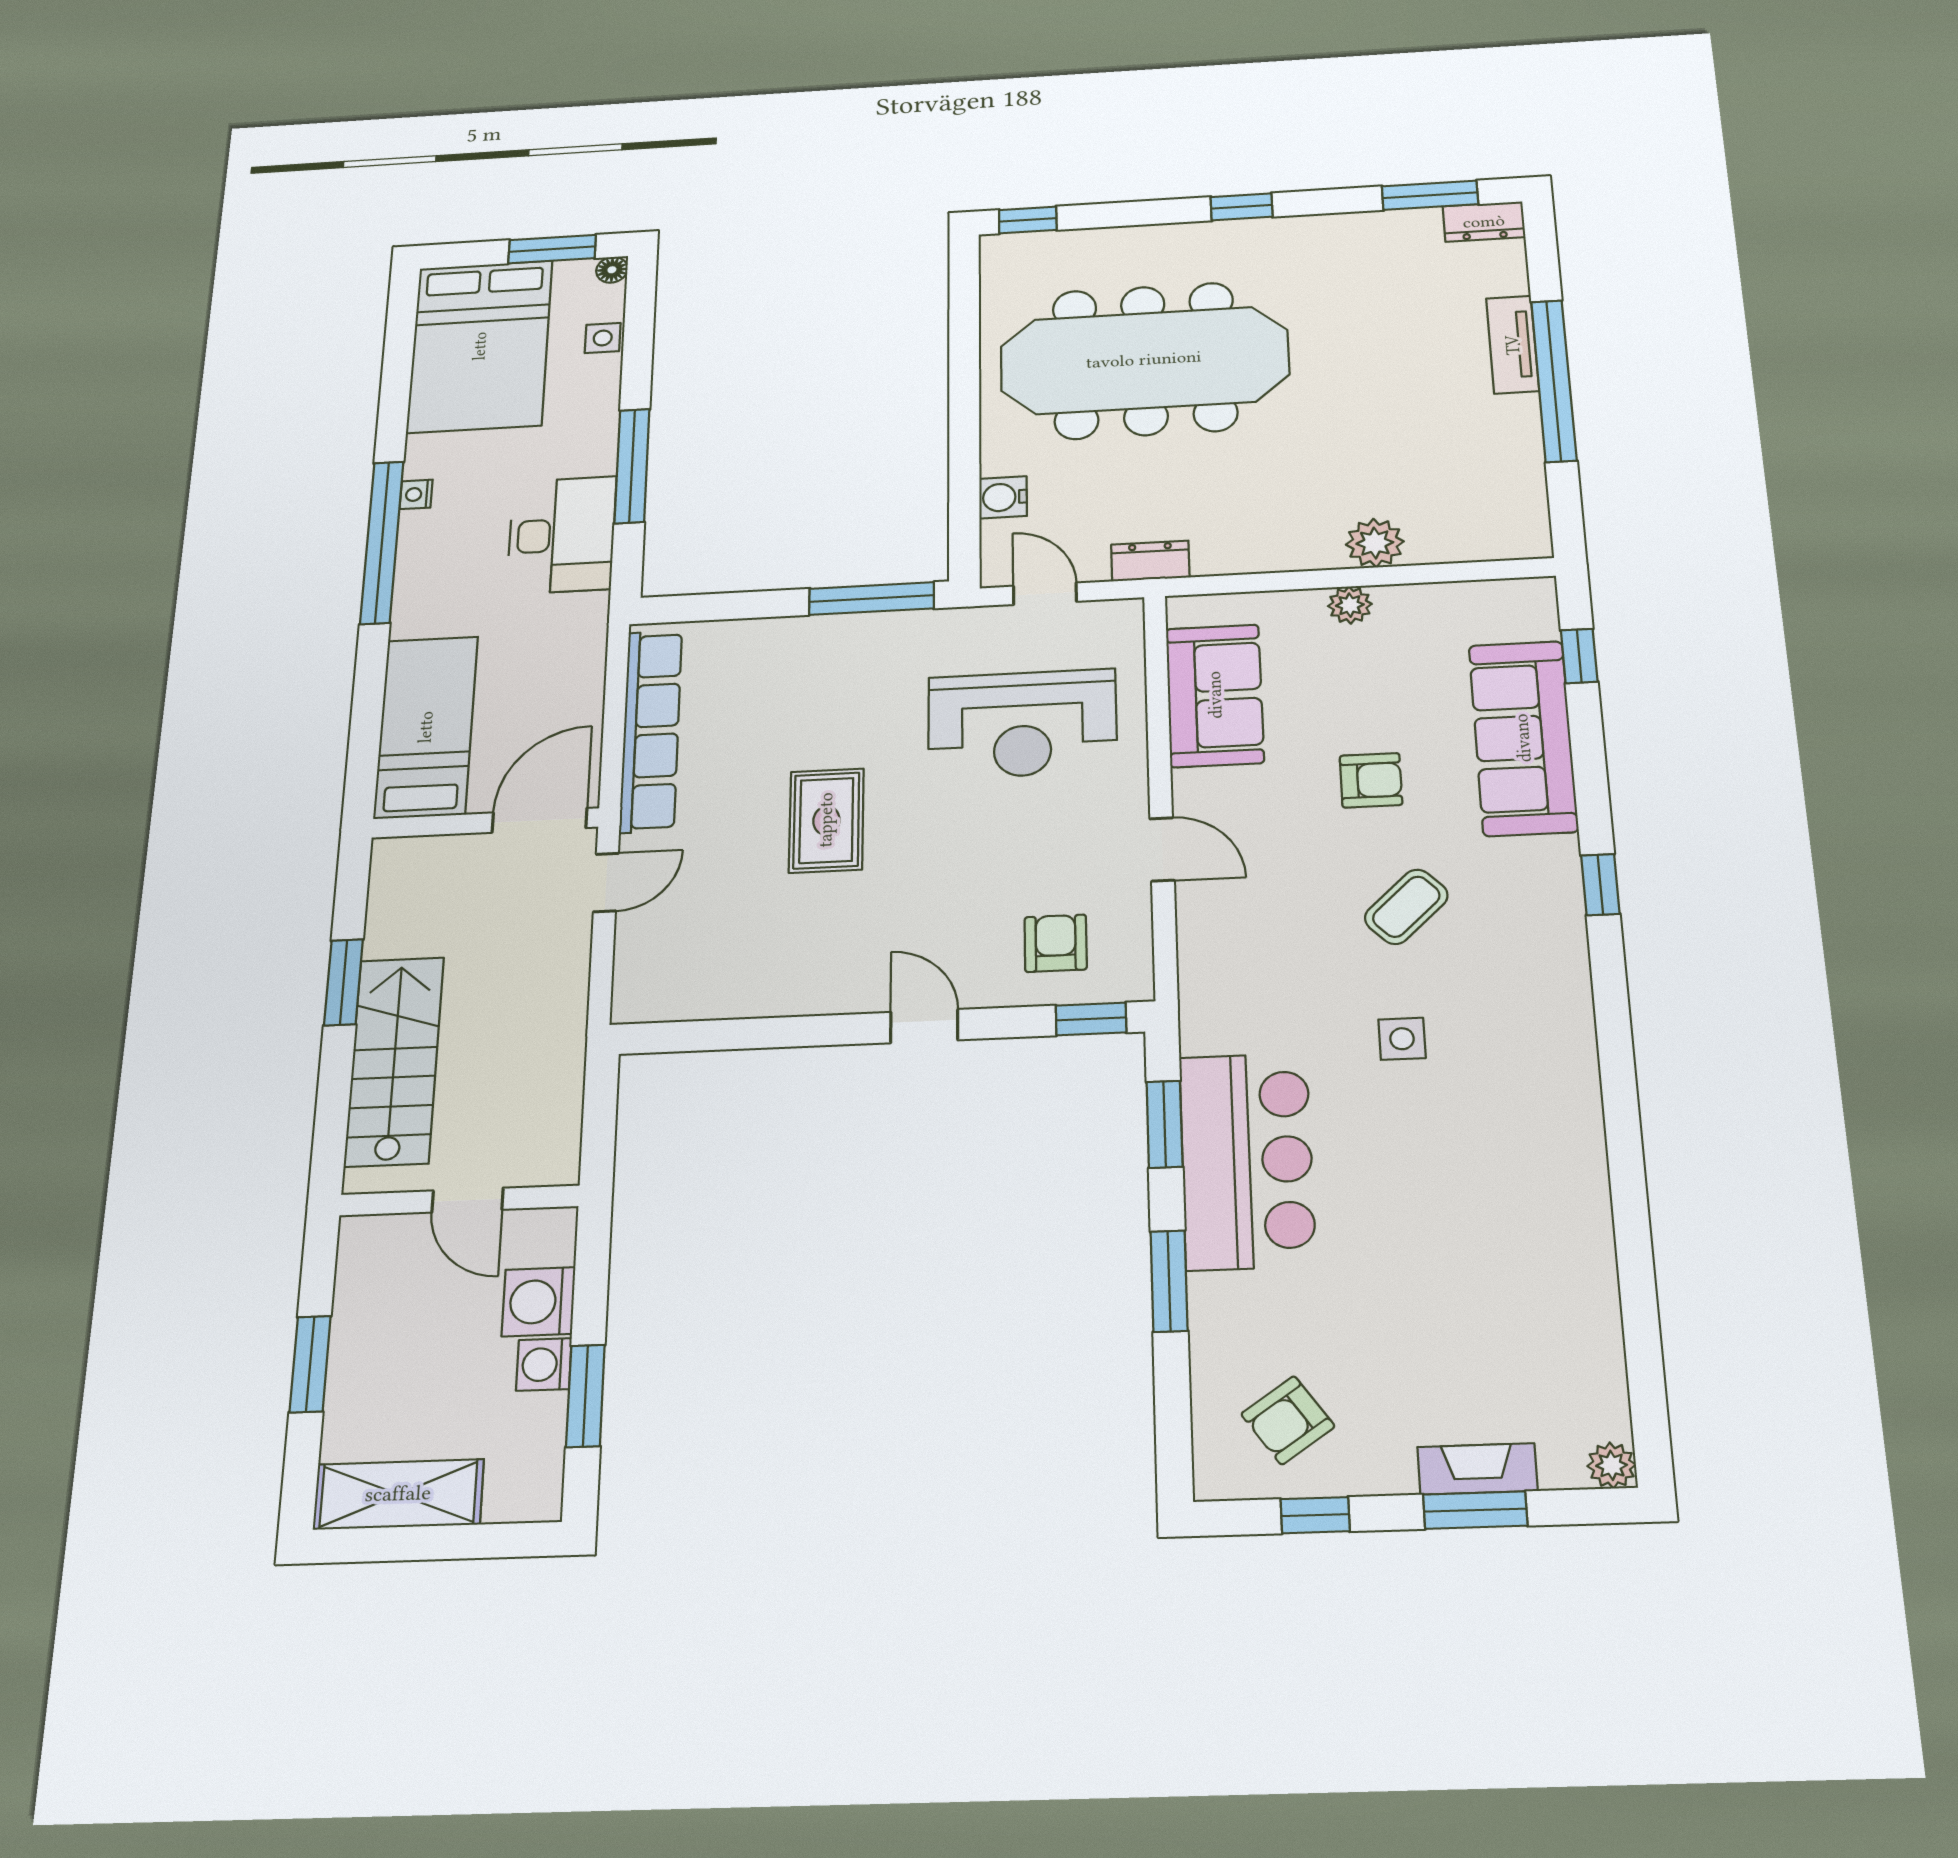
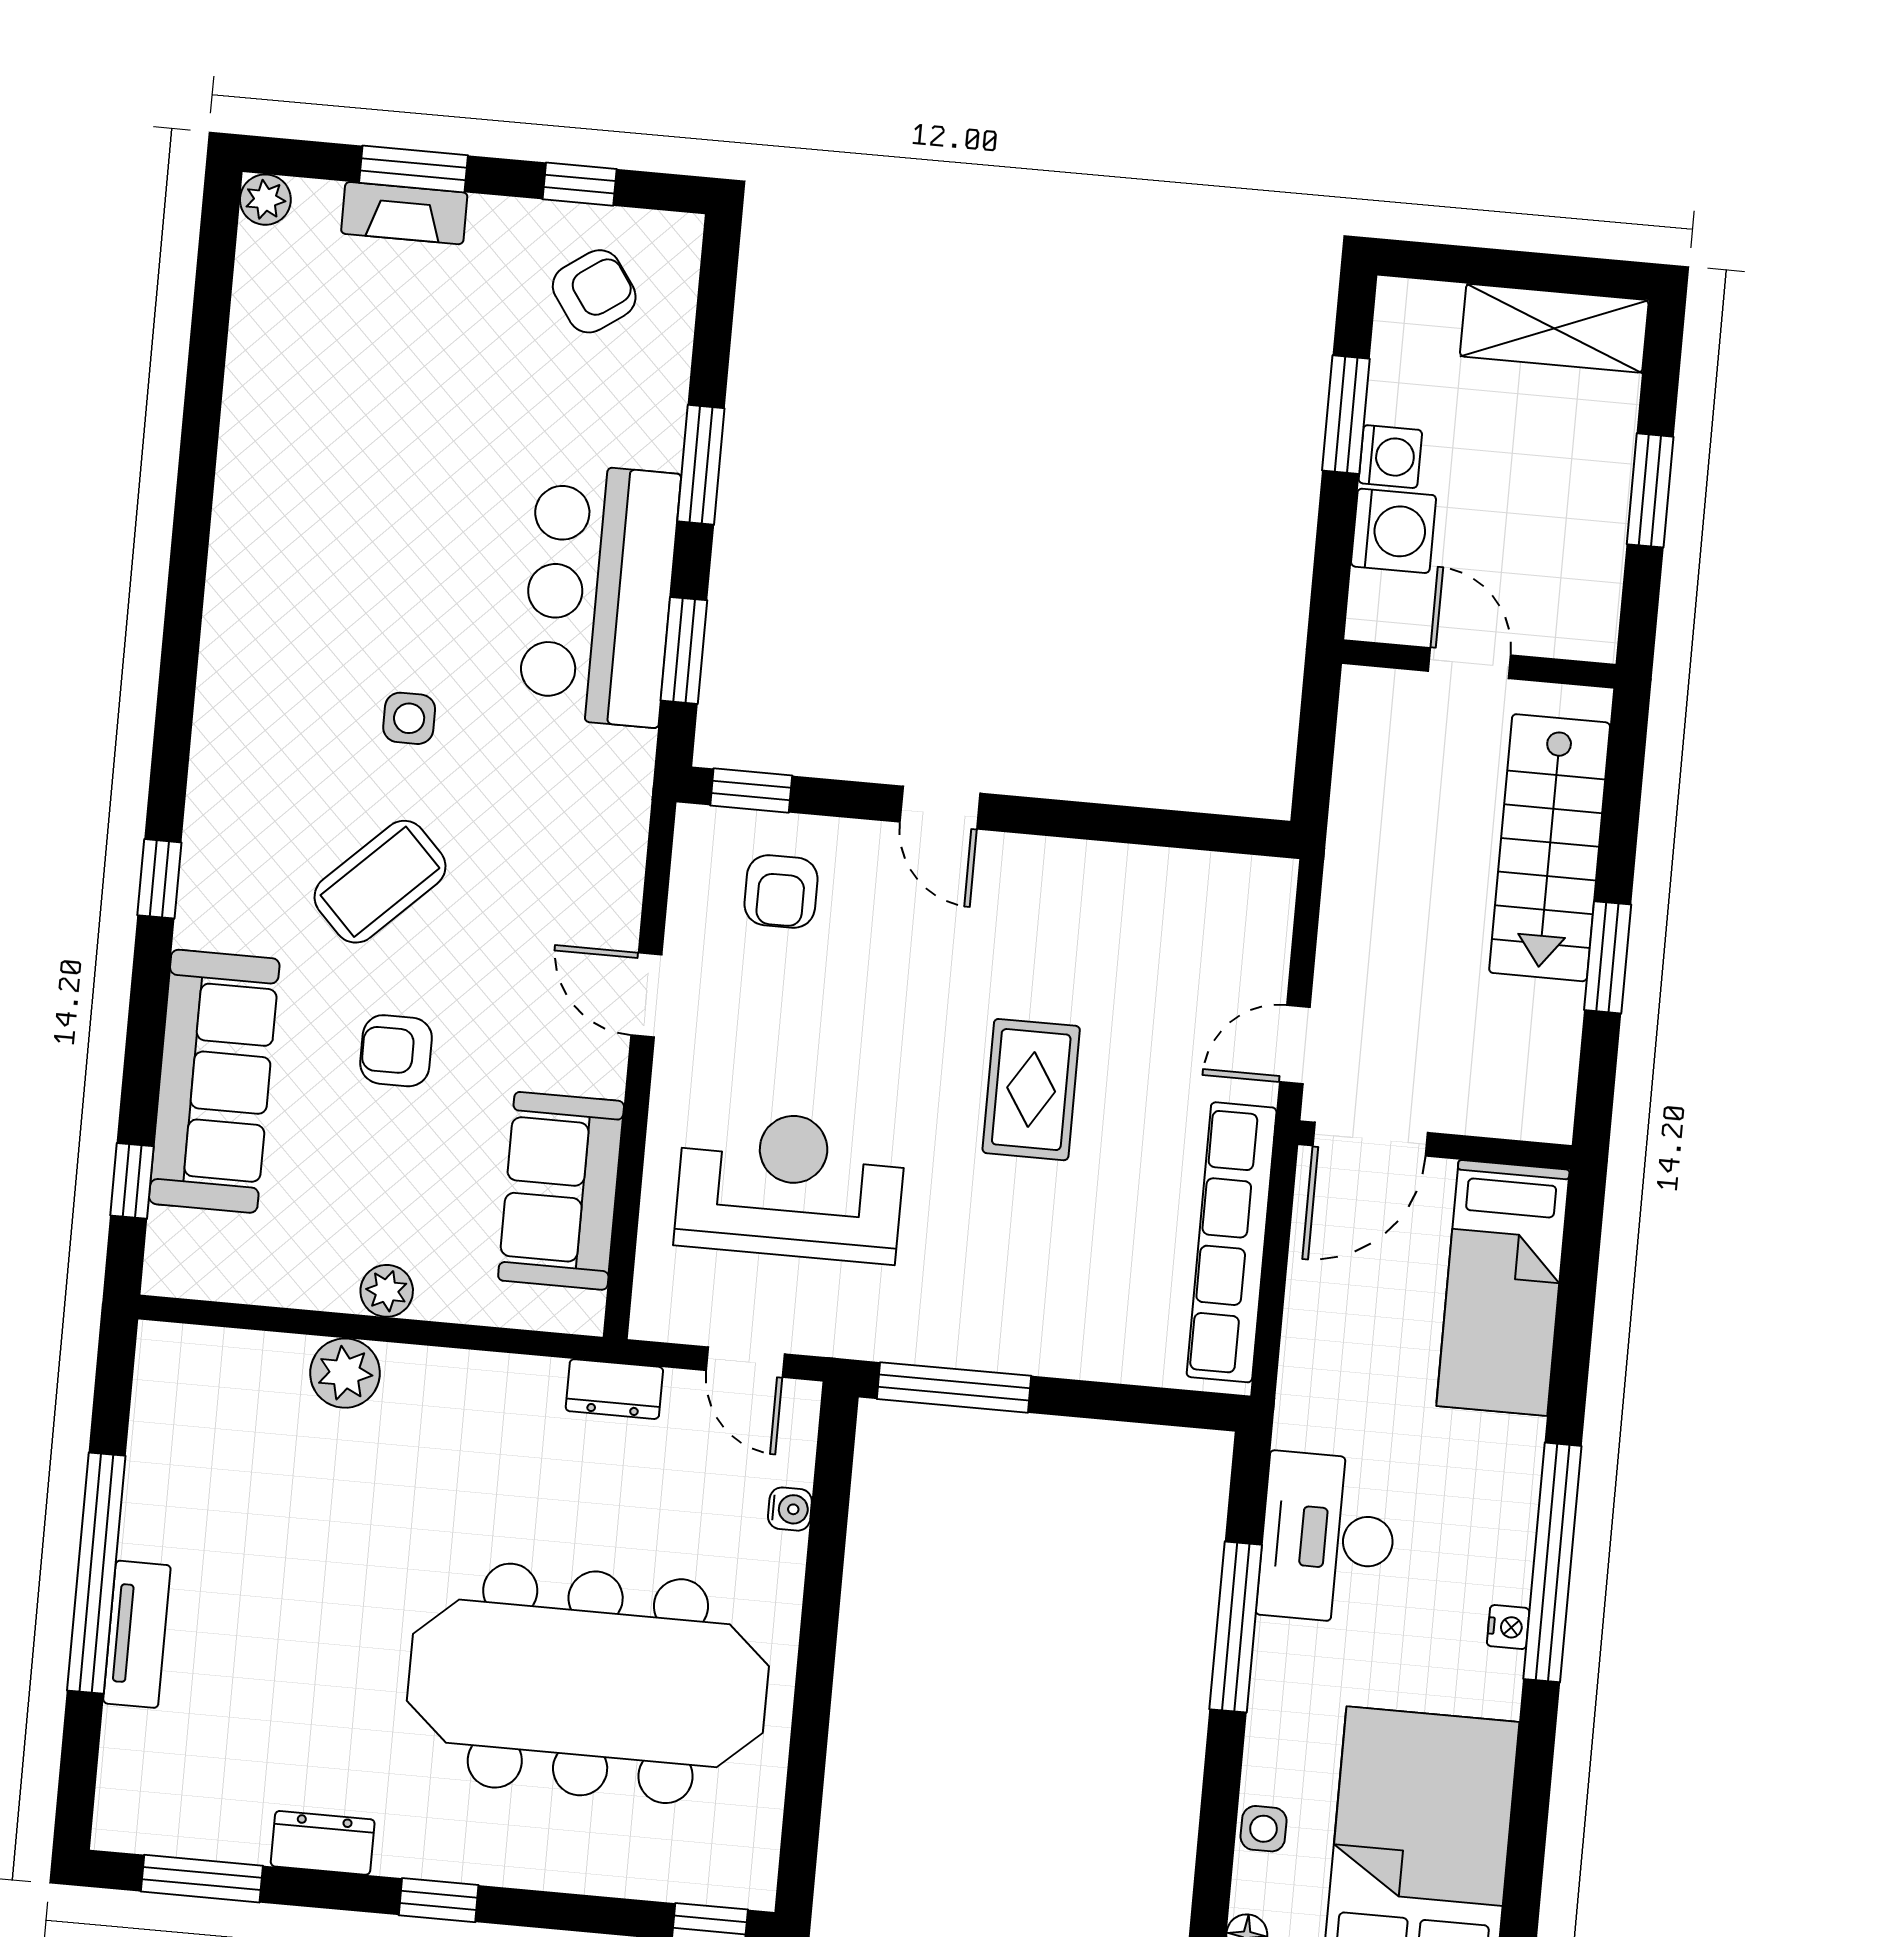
dresser: (1484, 222) -> (323, 1843), moved
water cooler: (1003, 497) -> (790, 1509), width x0.72, depth x0.72
coffee table: (1406, 907) -> (380, 882), width x1.36, depth x1.30

